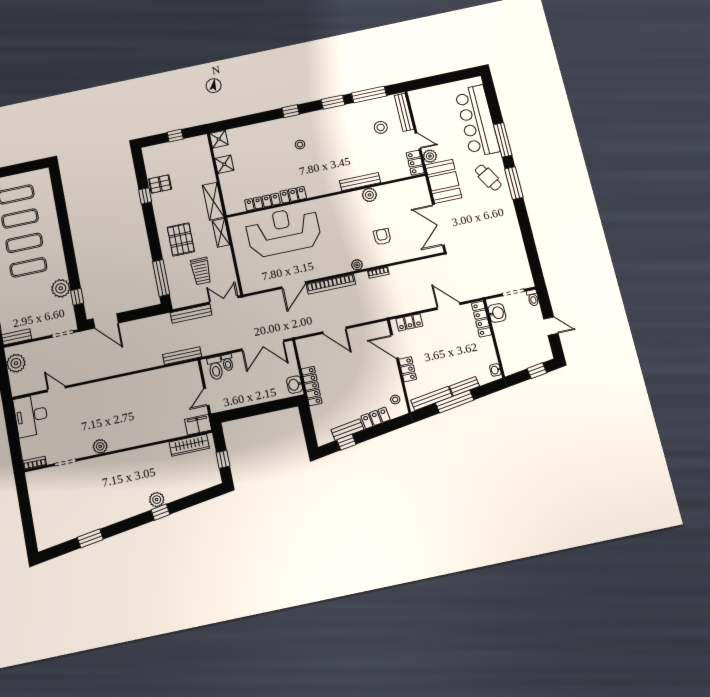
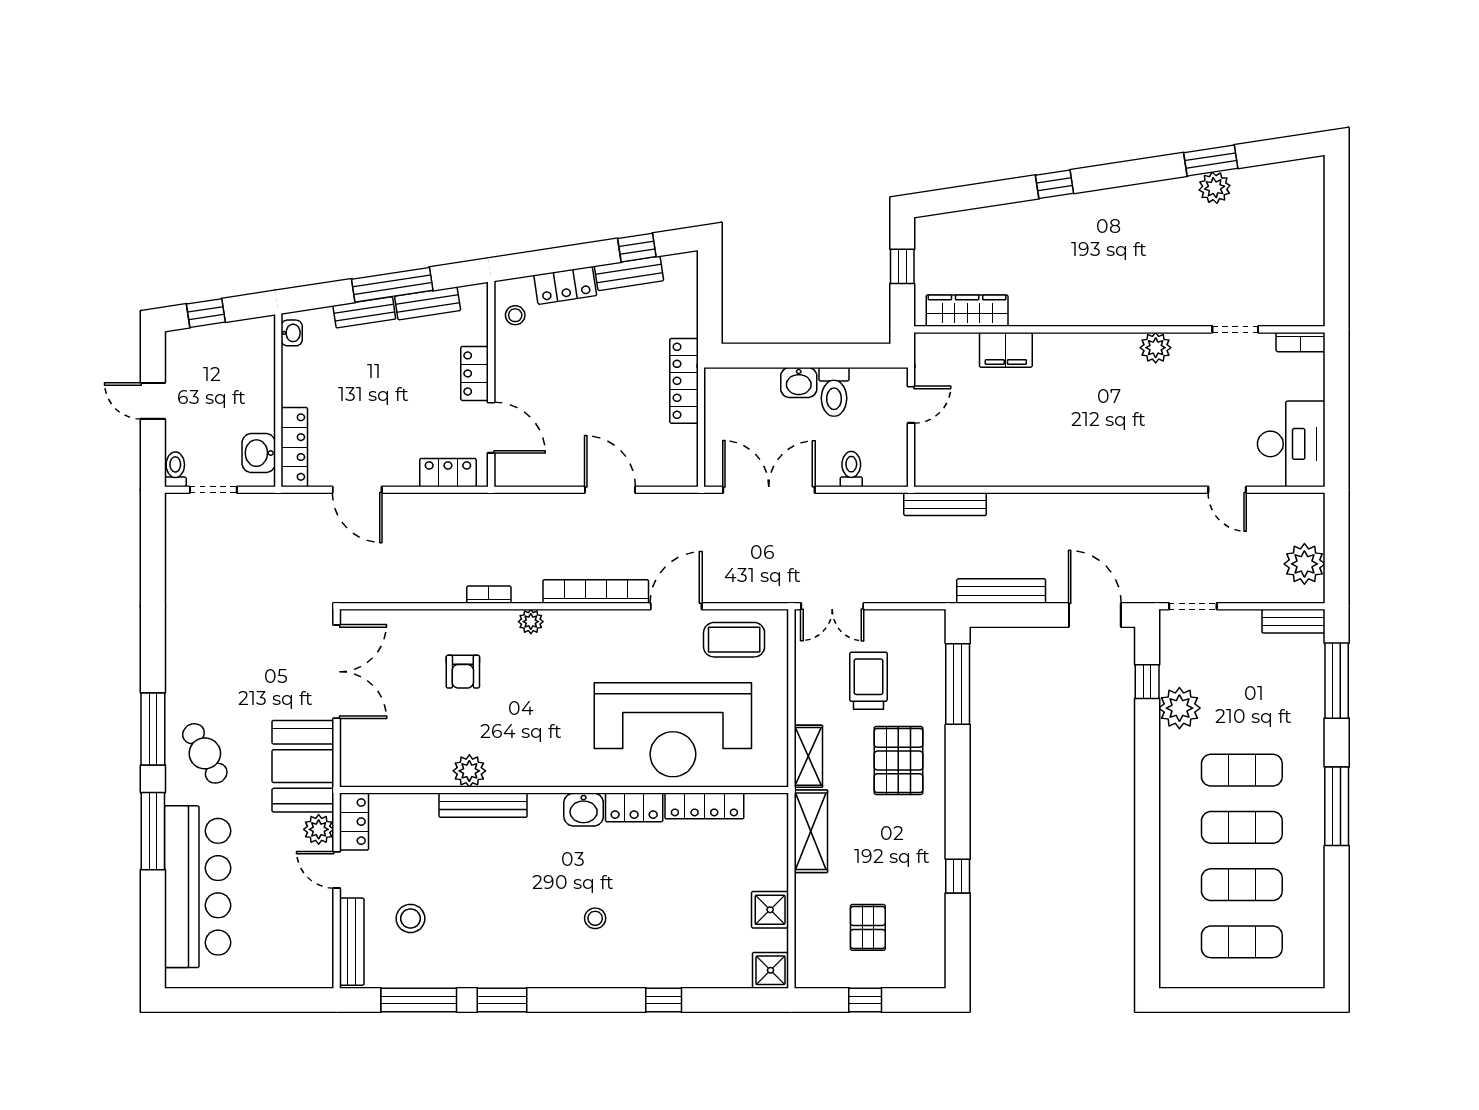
window: (291, 111) -> (664, 1000), moved
pallet: (160, 184) -> (868, 927), moved, turned 90
washbasin: (315, 189) -> (584, 810), added
coffee table: (264, 276) -> (734, 640), added
bench: (191, 314) -> (1001, 591), moved
toilet: (215, 368) -> (834, 392), moved, turned 180
washbasin: (295, 385) -> (799, 382), moved, turned 90
bench: (431, 398) -> (428, 303), width x0.73
filing cabinet: (198, 425) -> (1006, 350), moved
plant: (157, 500) -> (1215, 188), moved

